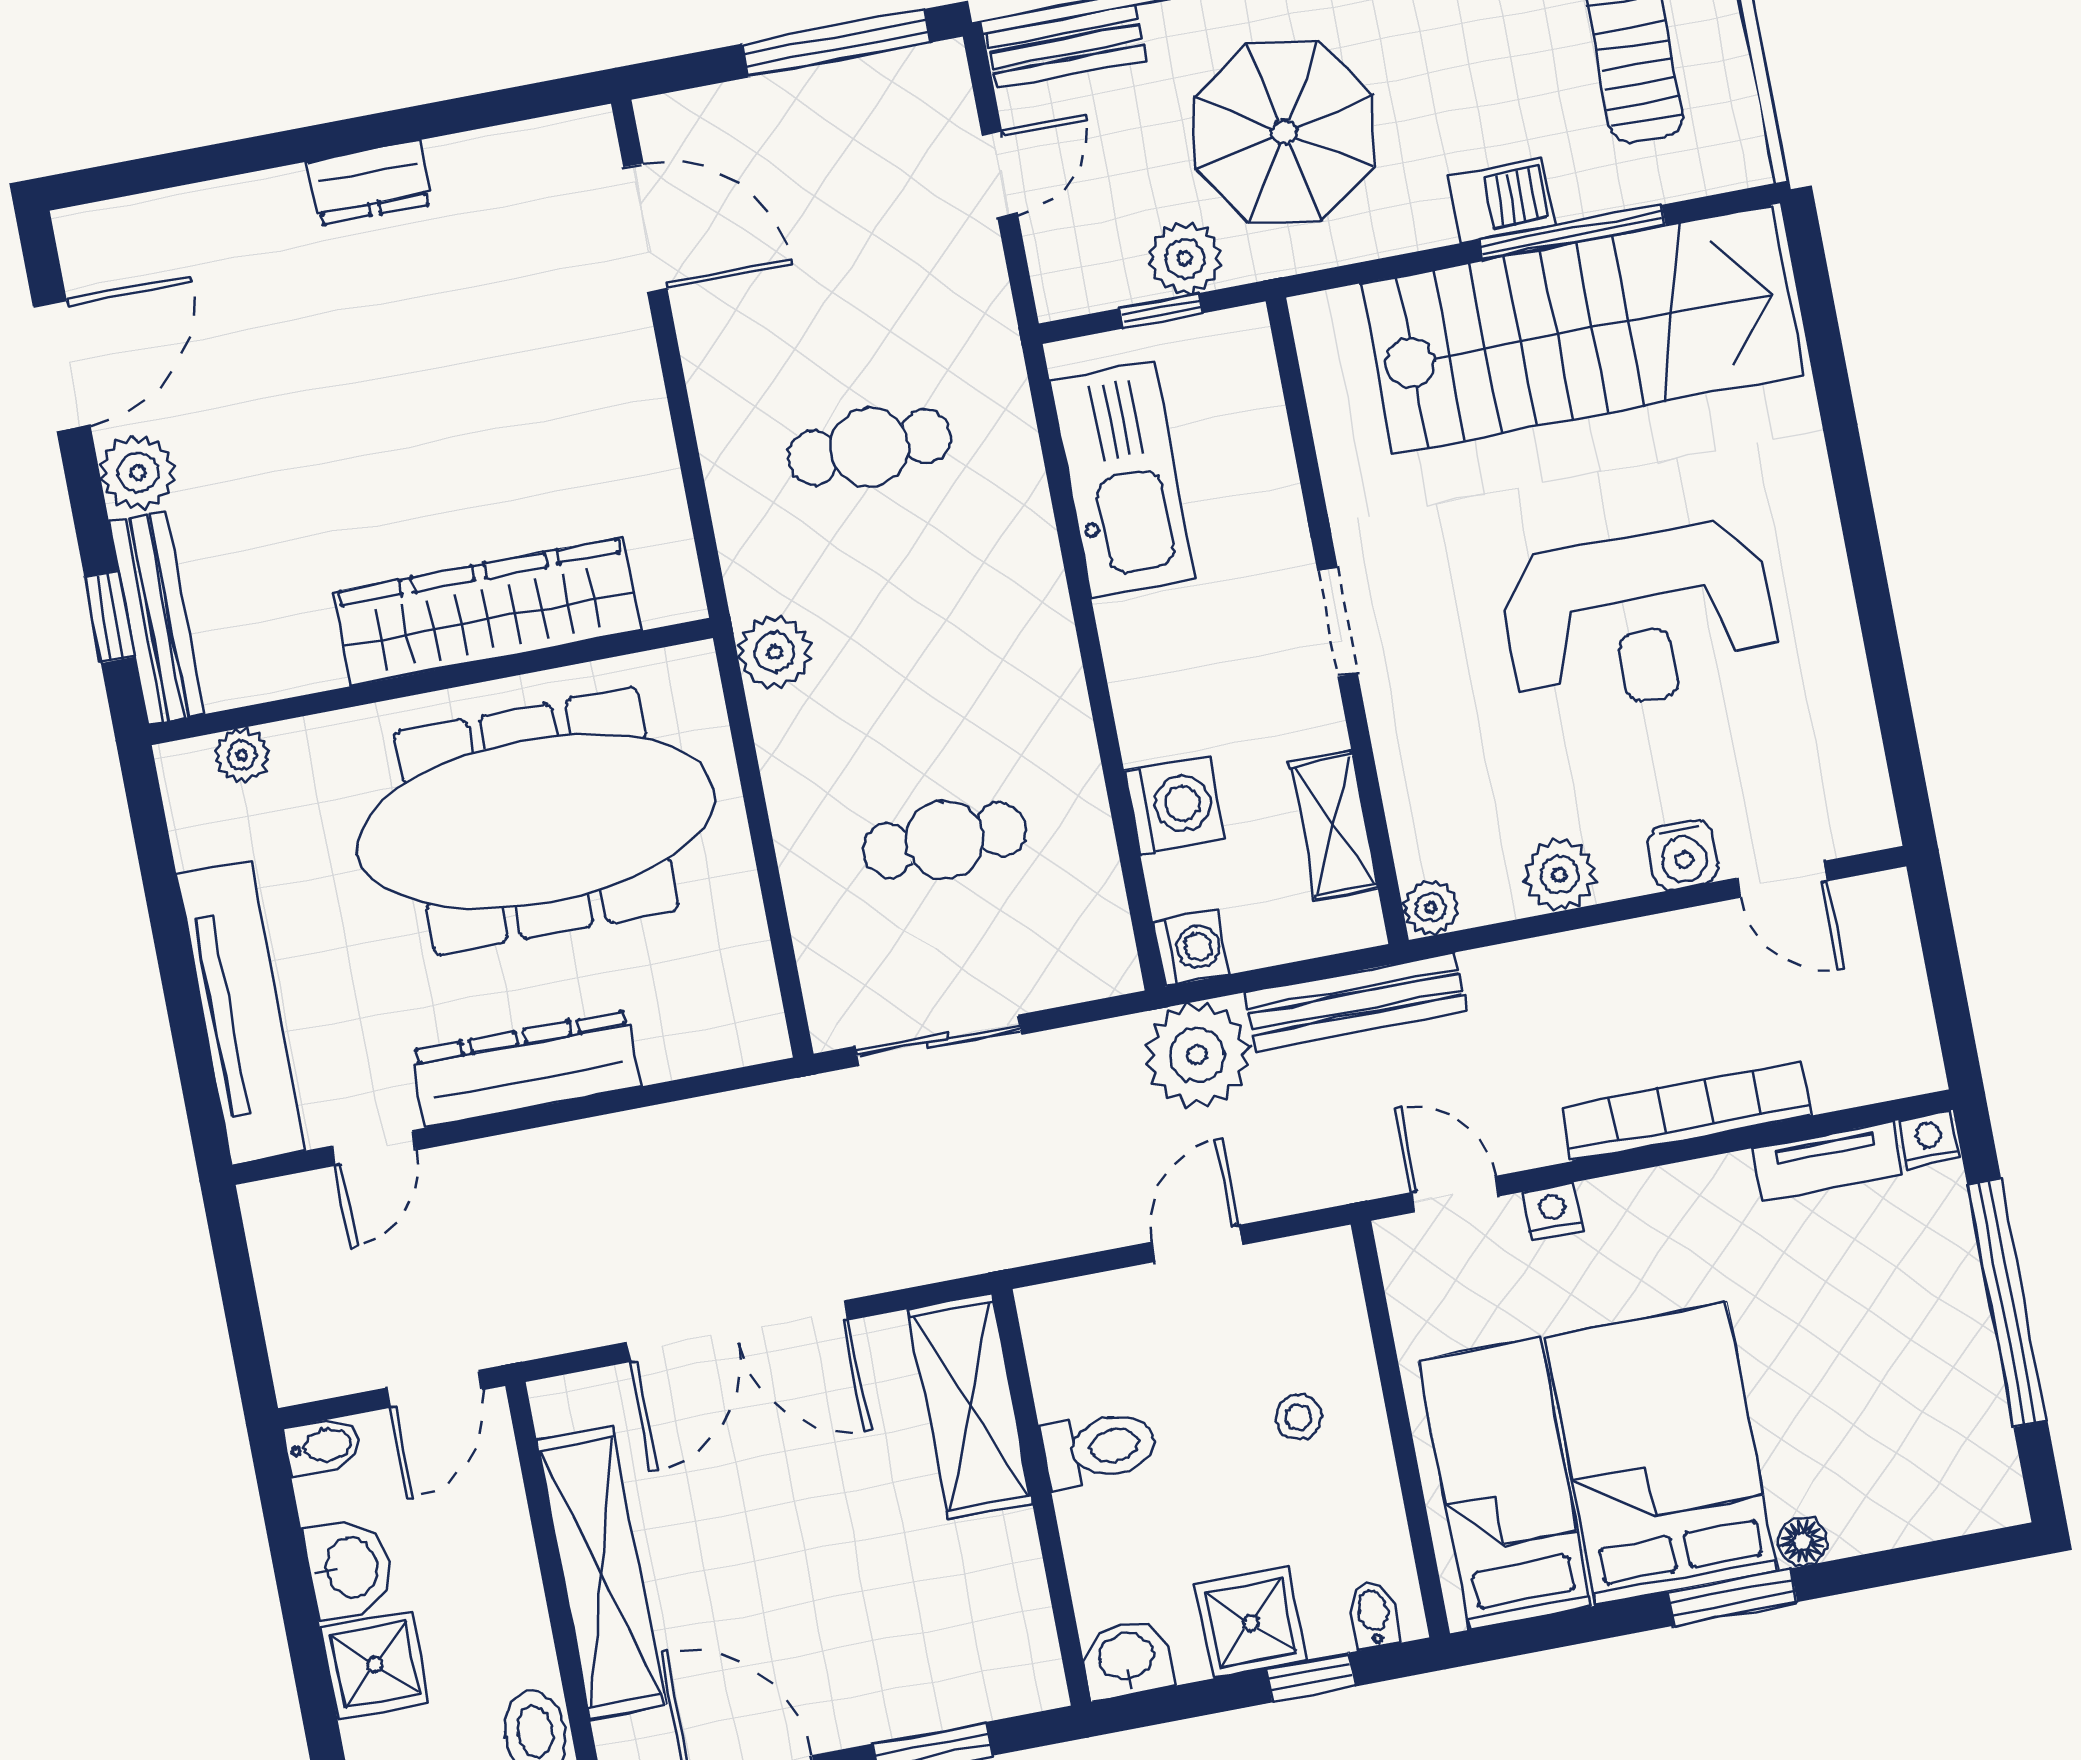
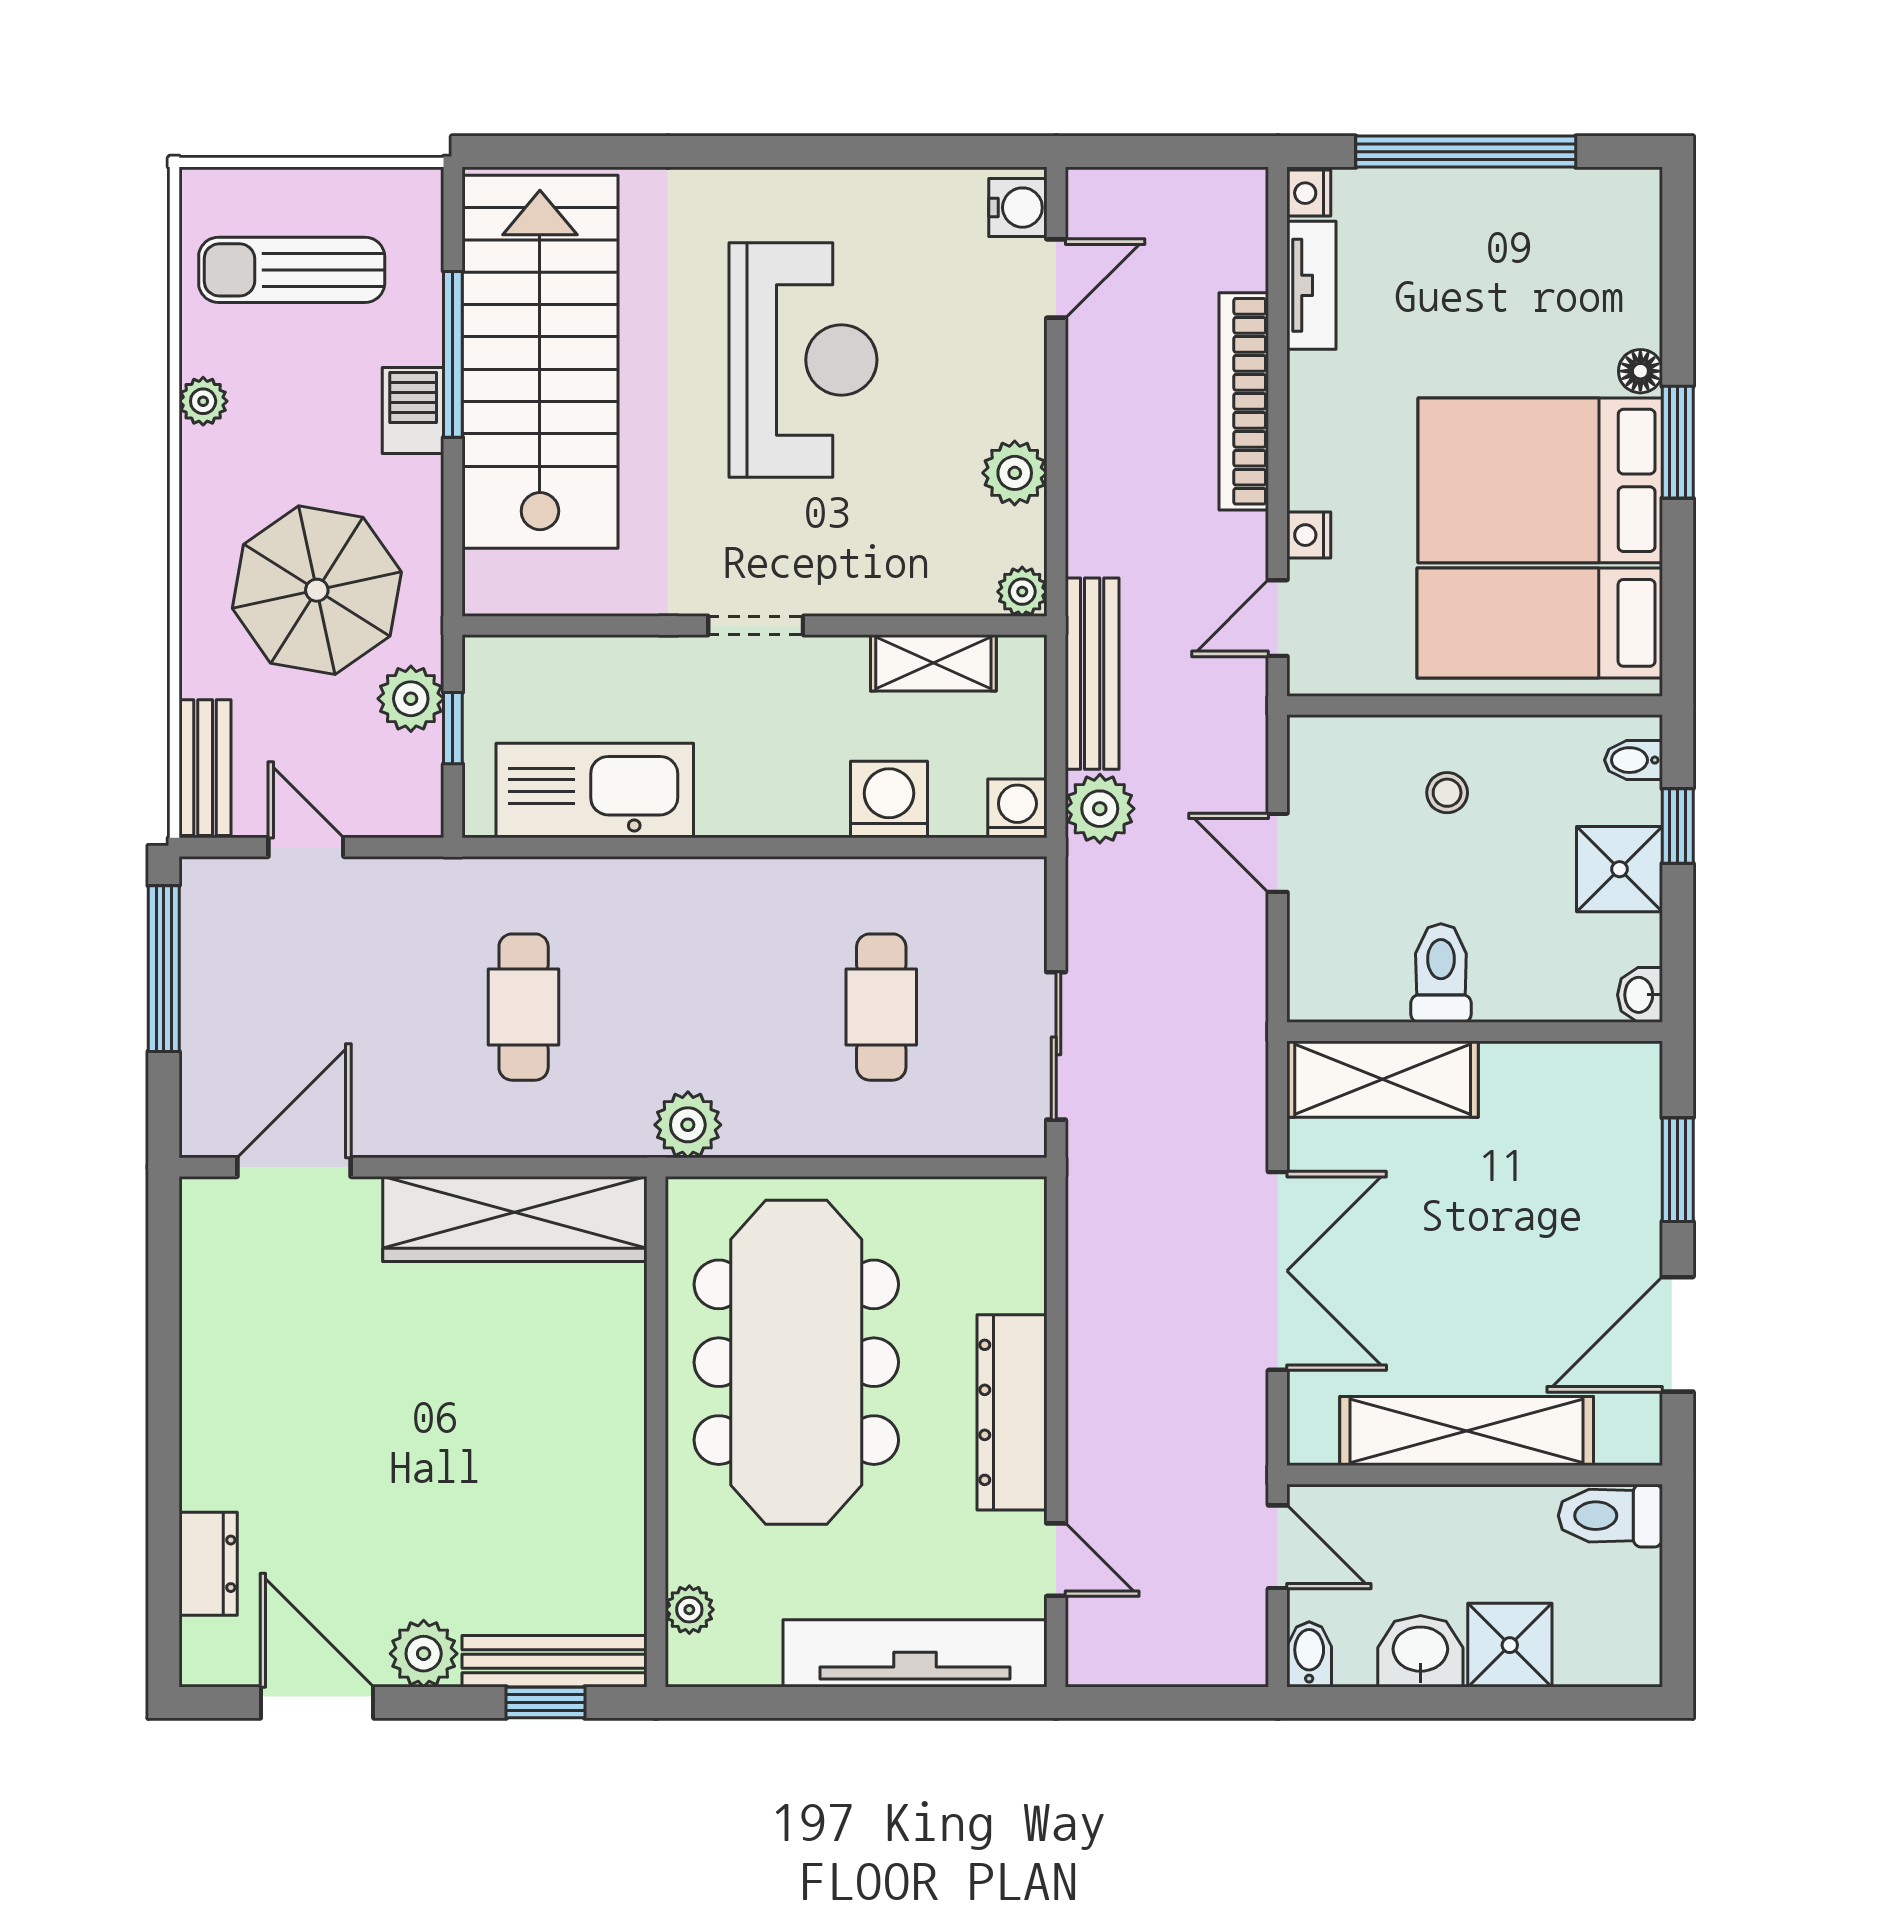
dresser: (370, 183) -> (208, 1564), moved
wardrobe: (487, 612) -> (515, 1219), moved, turned -90
water cooler: (1683, 855) -> (1018, 208), moved
plant: (1197, 1055) -> (1100, 809), width x0.73, depth x0.73
washbasin: (1126, 1658) -> (1640, 995), width x0.72, depth x0.69

